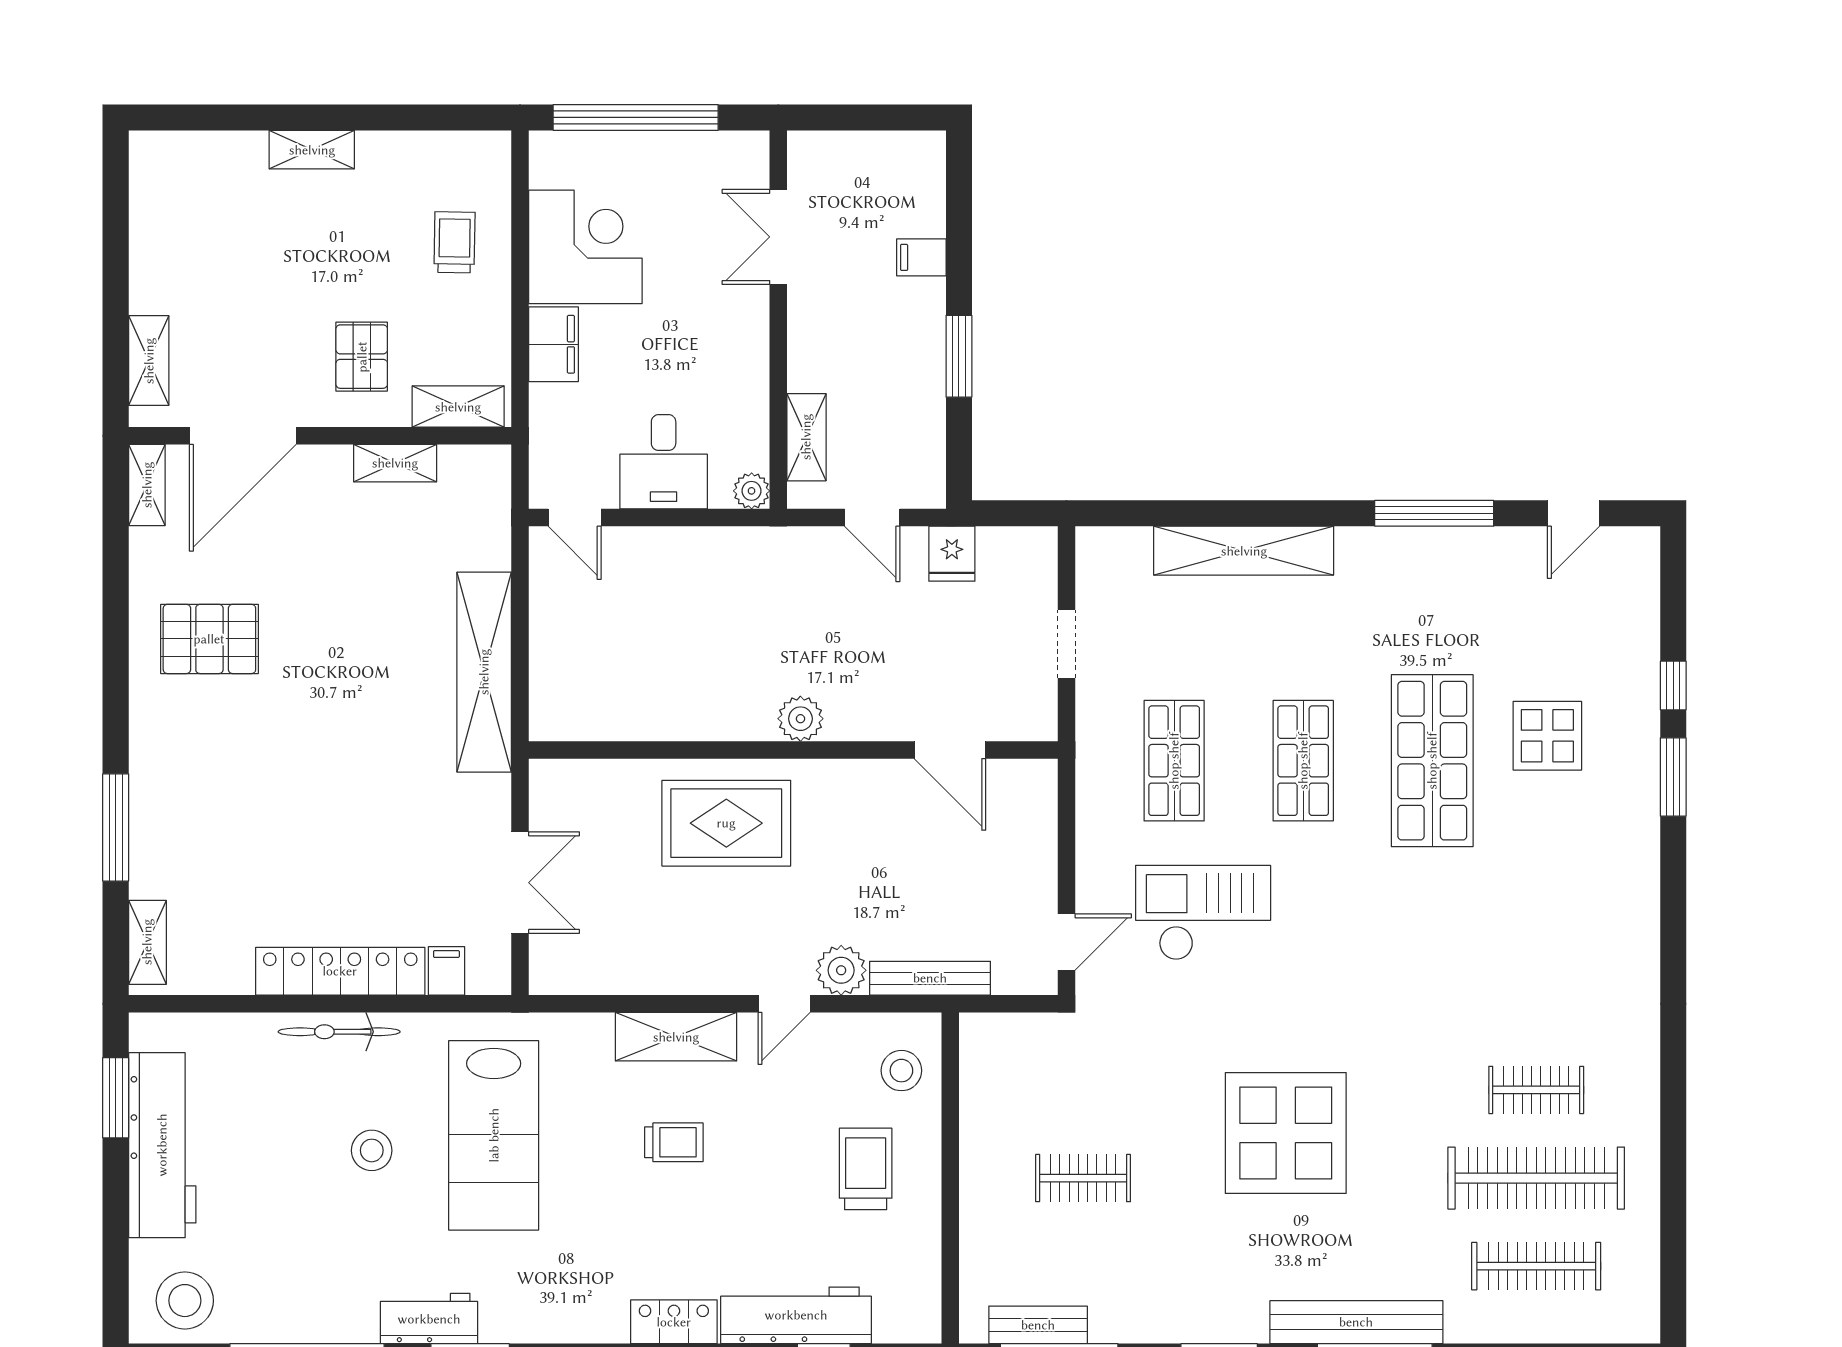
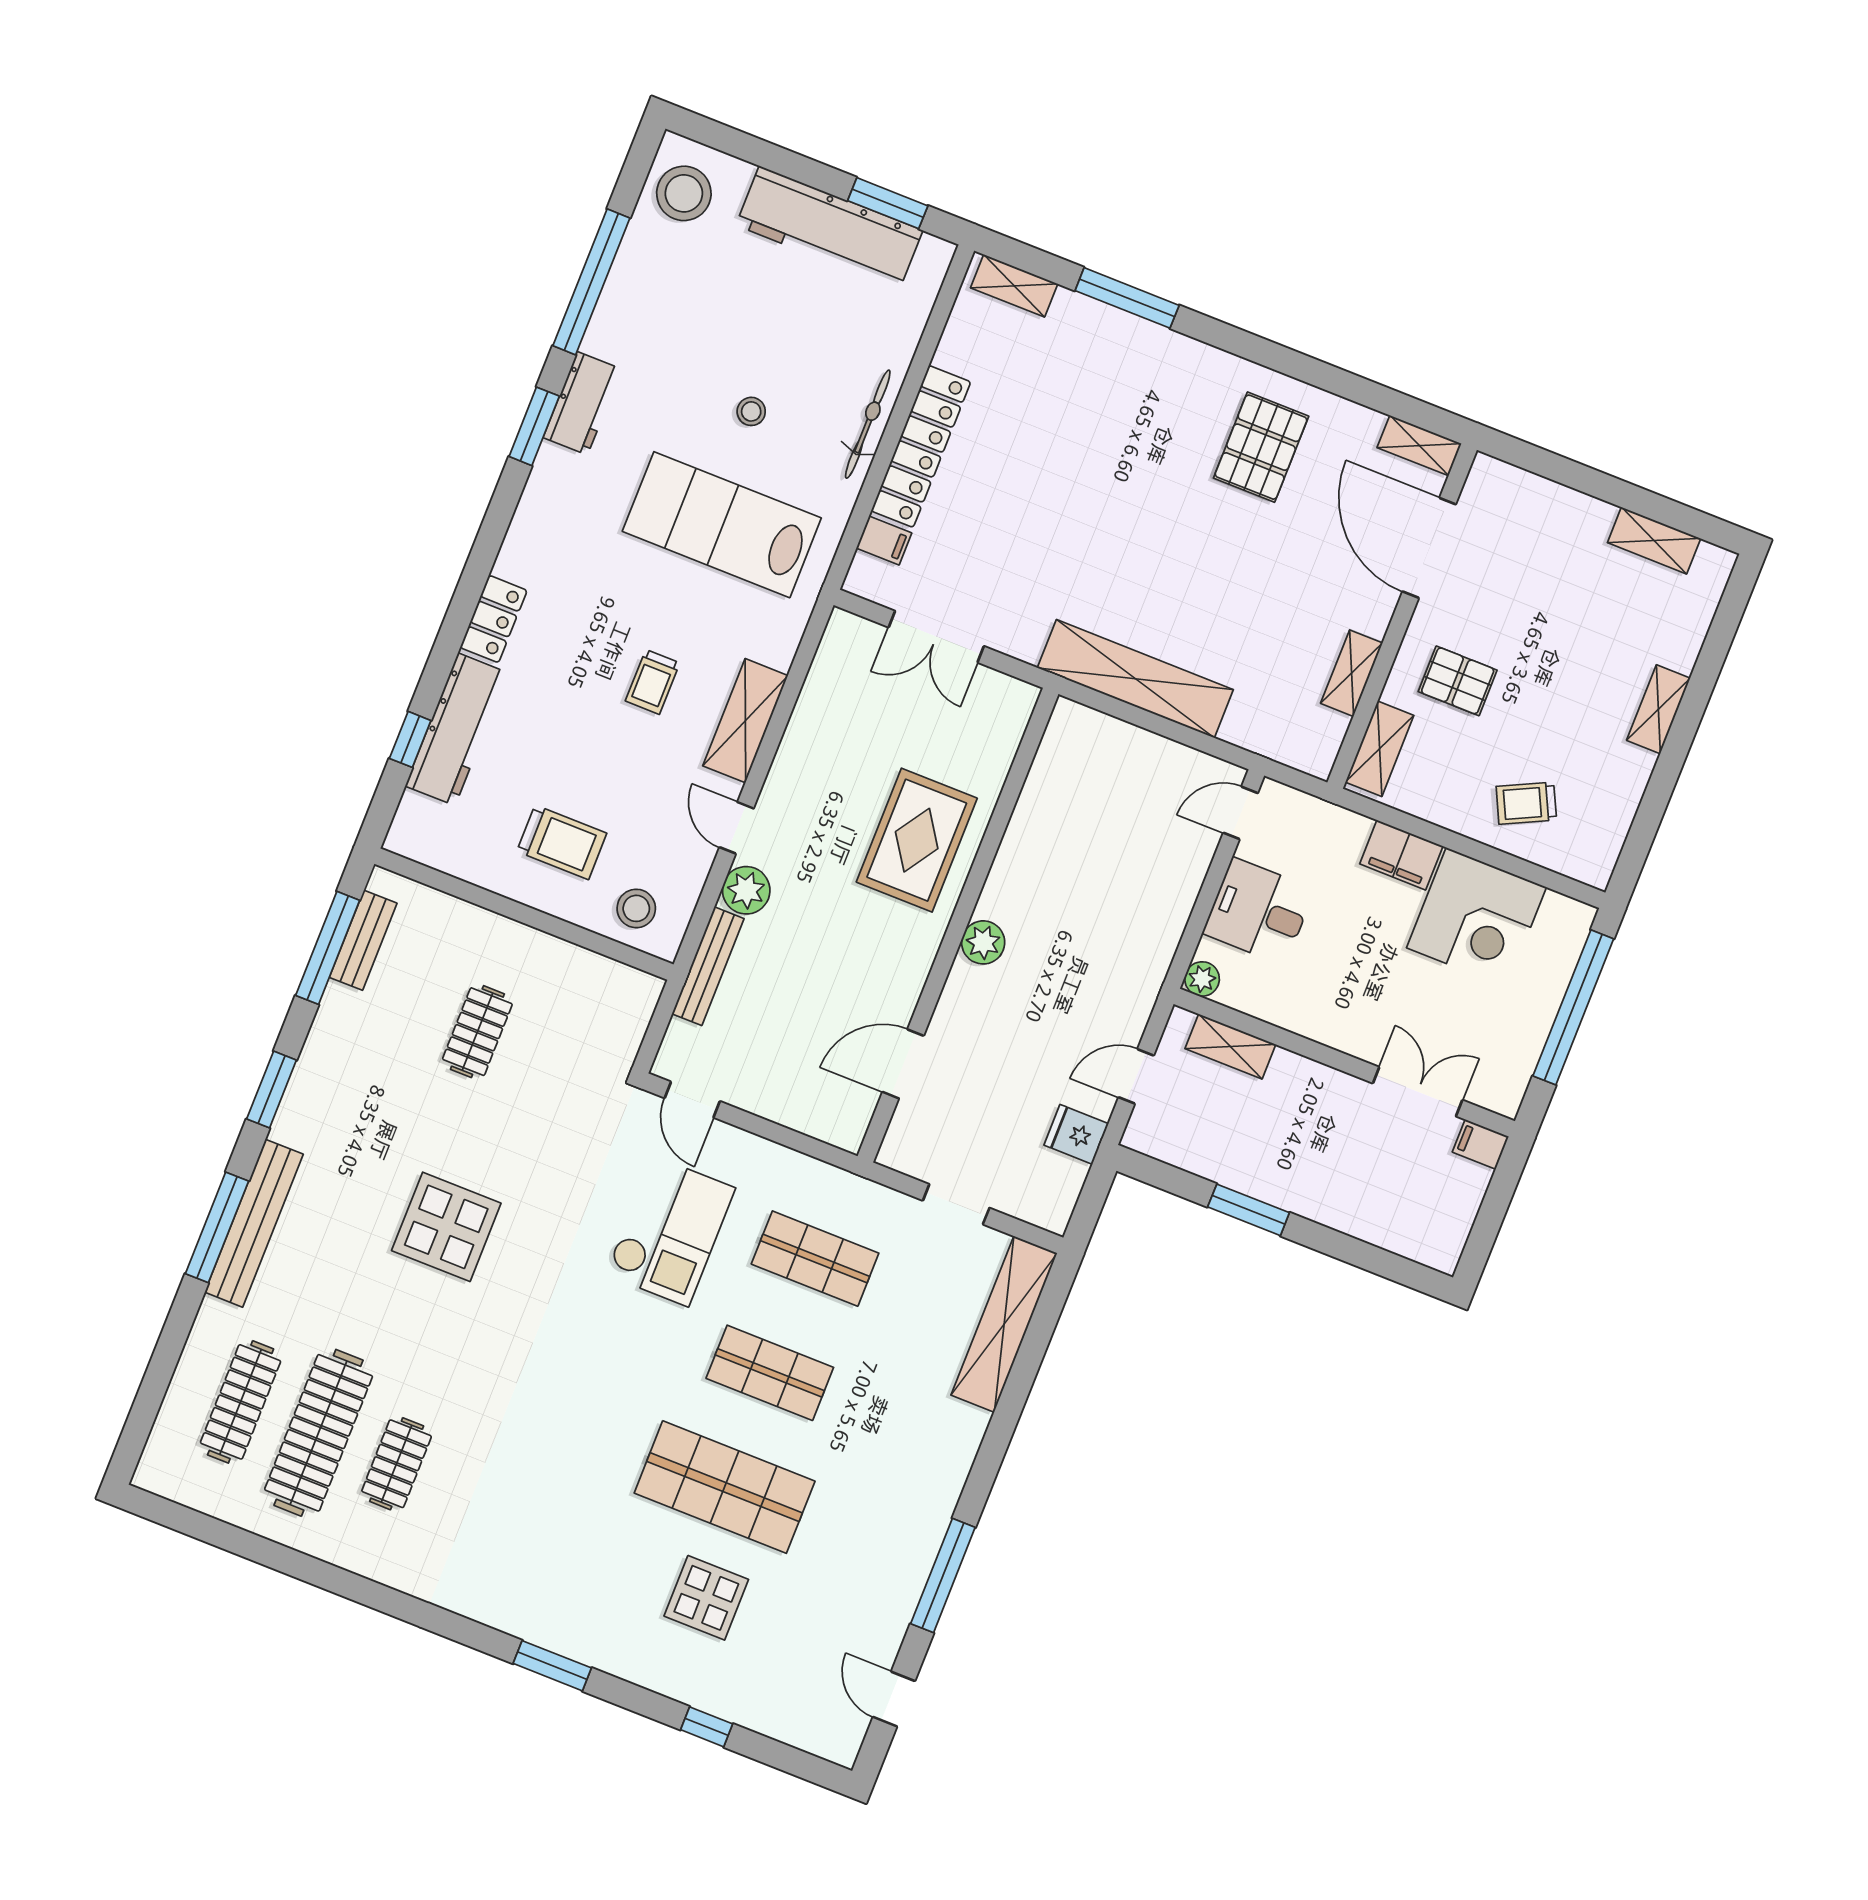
trolley: (455, 242) -> (1526, 803), turned 153
filing cabinet: (921, 257) -> (1481, 1144), moved, turned -90
shelving: (149, 361) -> (1654, 540), moved
shelving: (1244, 551) -> (1004, 1324), moved
window: (1673, 777) -> (552, 1666), moved
display table: (1286, 1133) -> (446, 1227), width x0.73, depth x0.73
stool: (372, 1150) -> (751, 411), width x0.73, depth x0.73

